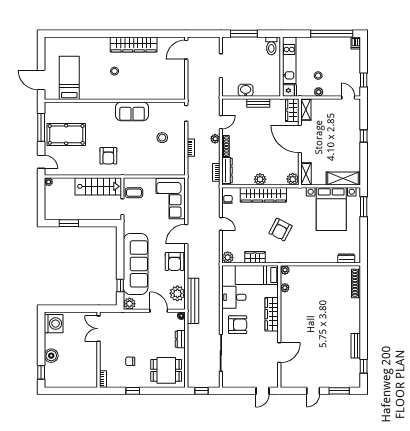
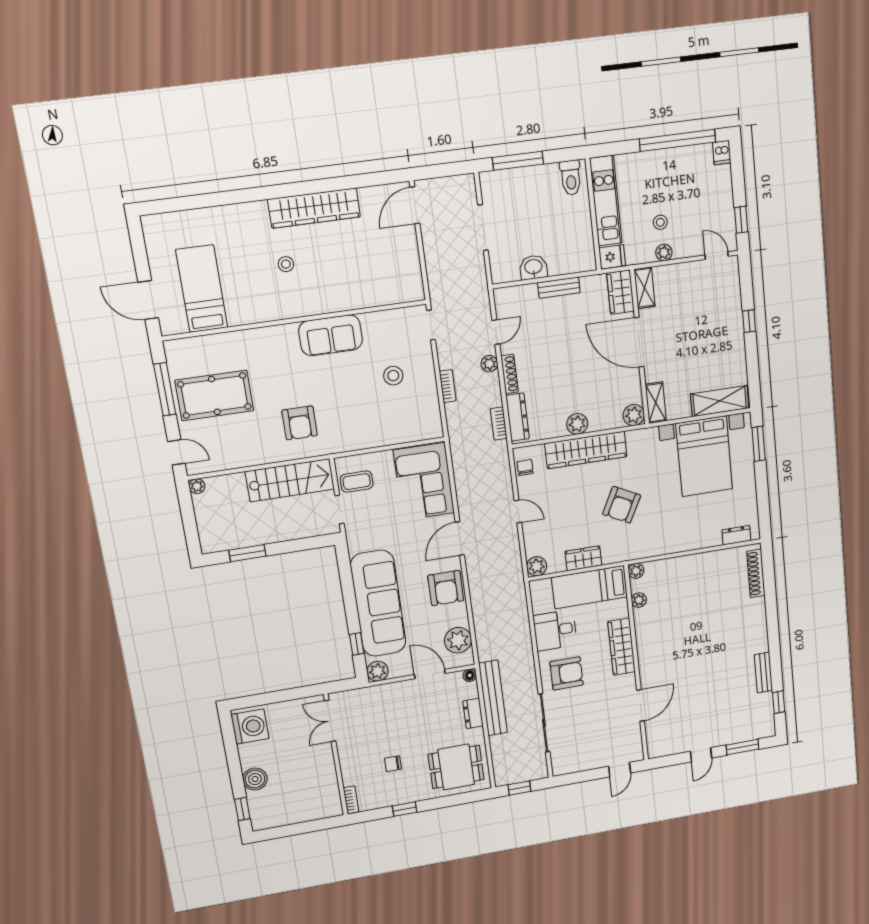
bench: (193, 301) -> (493, 698), moved

